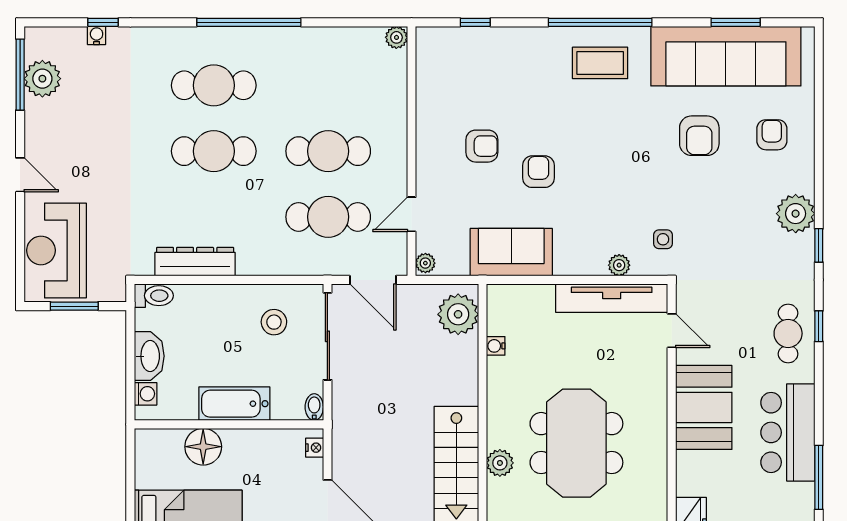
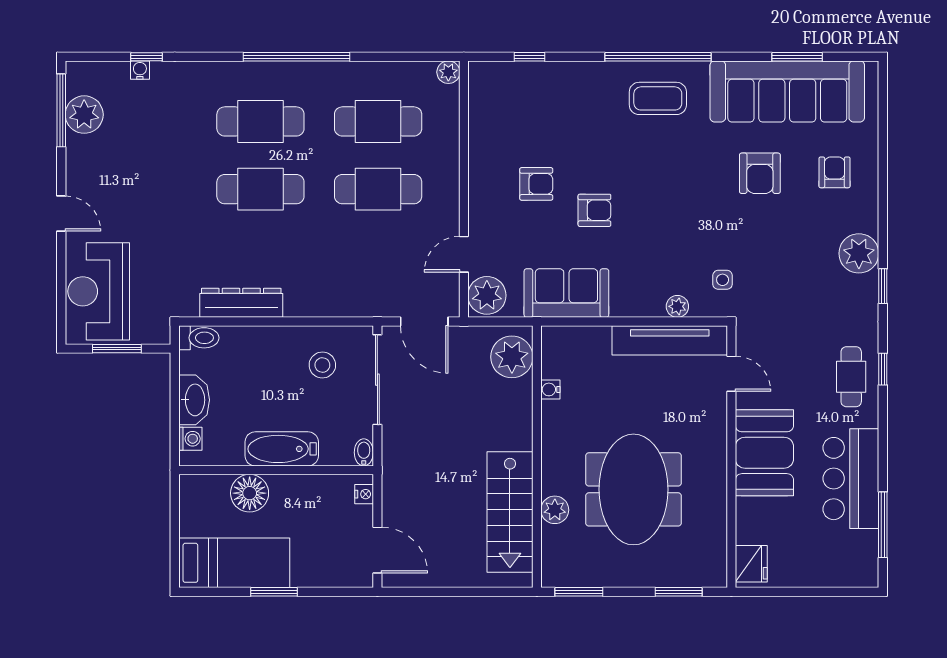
armchair: (538, 172) -> (594, 210), turned 90
cafe table: (328, 217) -> (378, 121), moved
plant: (425, 263) -> (487, 295), width x1.88, depth x1.88

